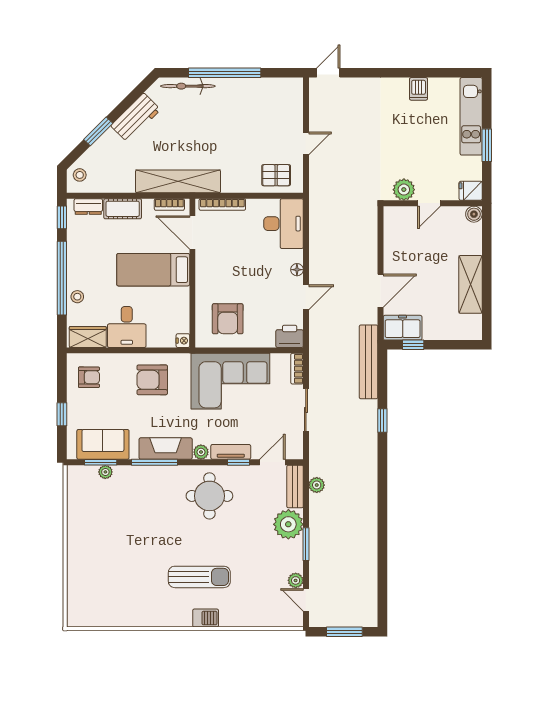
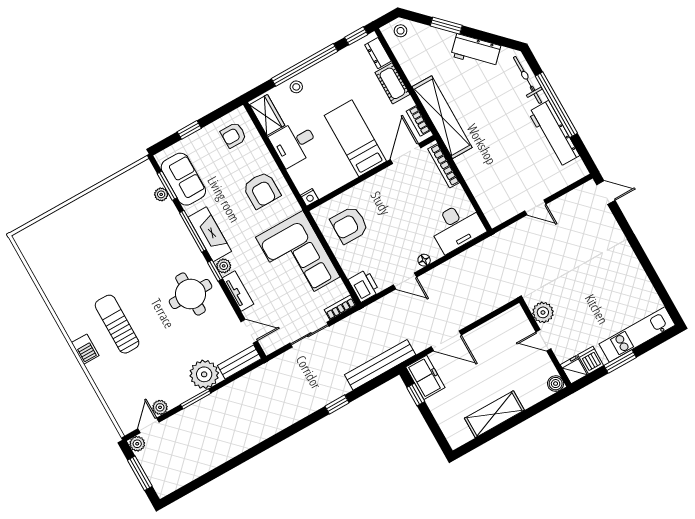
dishwasher: (419, 89) -> (591, 360), moved, turned 90
workbench: (249, 90) -> (554, 134), added
pallet: (276, 175) -> (494, 197), removed
armchair: (89, 377) -> (234, 135), turned 90
armchair: (152, 380) -> (262, 190), turned 180
window: (238, 462) -> (215, 271), moved
plant: (317, 485) -> (137, 444), moved
sun lounger: (199, 577) -> (117, 324), turned 180

